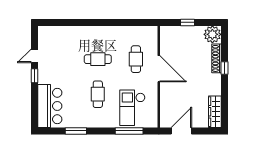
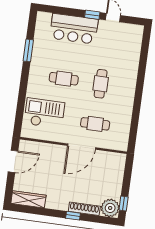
window: (188, 22) -> (124, 203), moved
bar counter: (50, 106) -> (74, 29), moved
window: (129, 131) -> (21, 106), removed
door: (181, 131) -> (13, 161), hinge flipped

